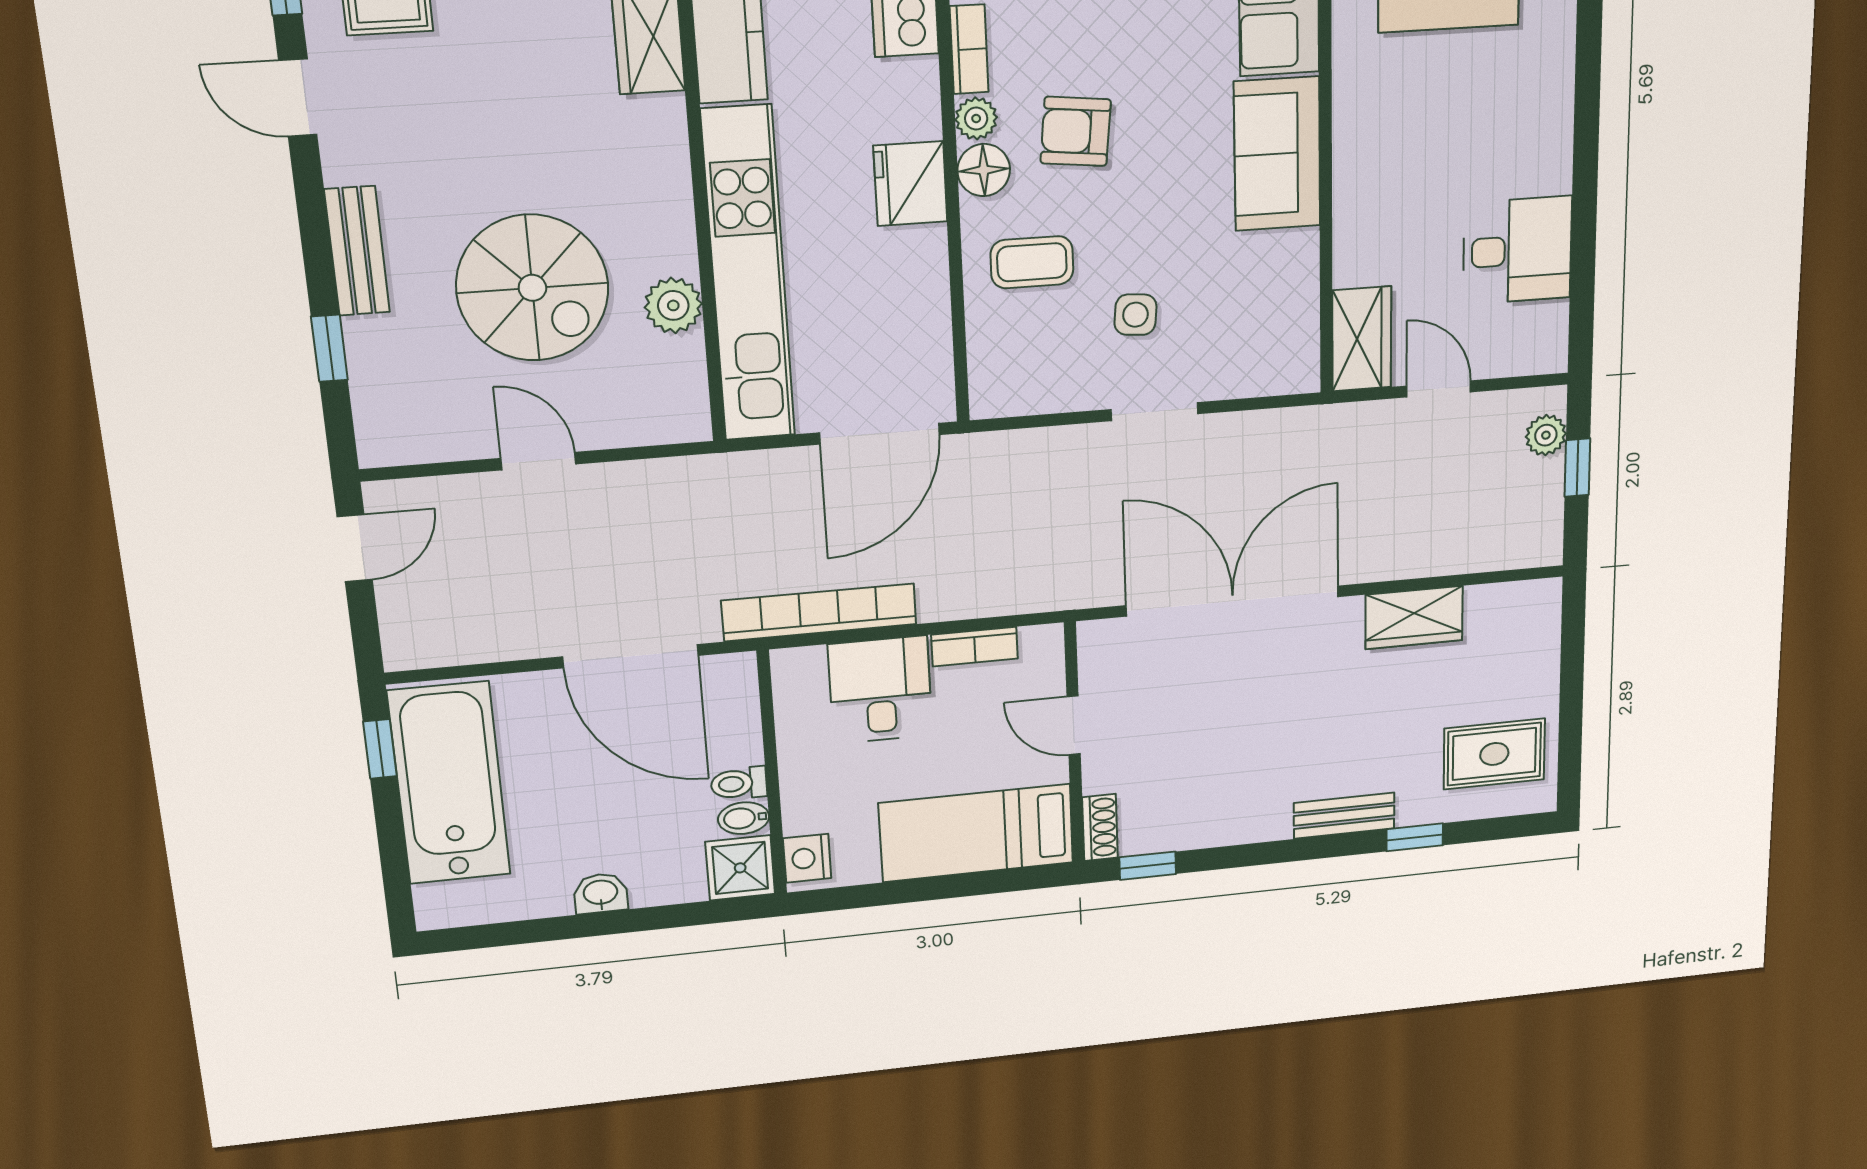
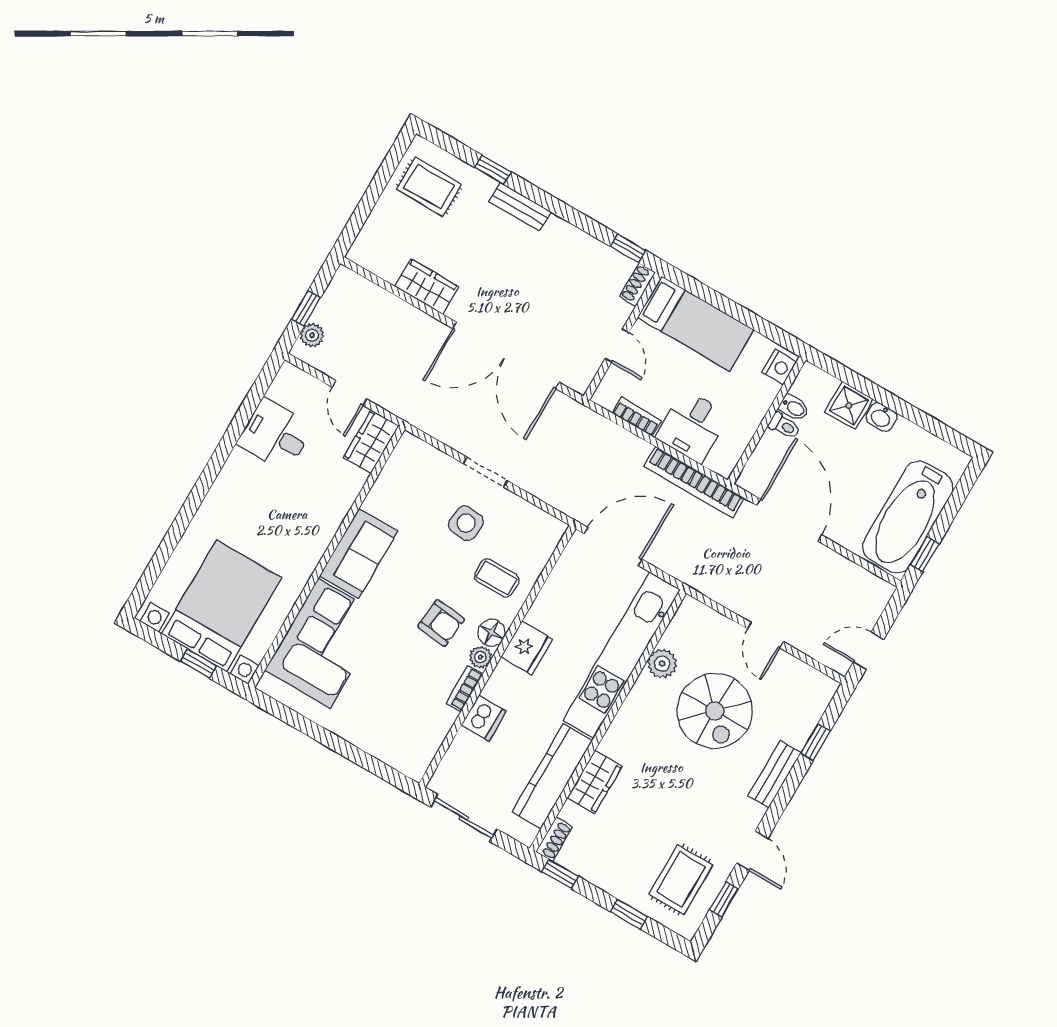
spiral stairs: (532, 288) -> (715, 711), turned 180
side table: (1135, 315) -> (466, 523), width x1.37, depth x1.37
shower: (740, 868) -> (849, 405), moved

